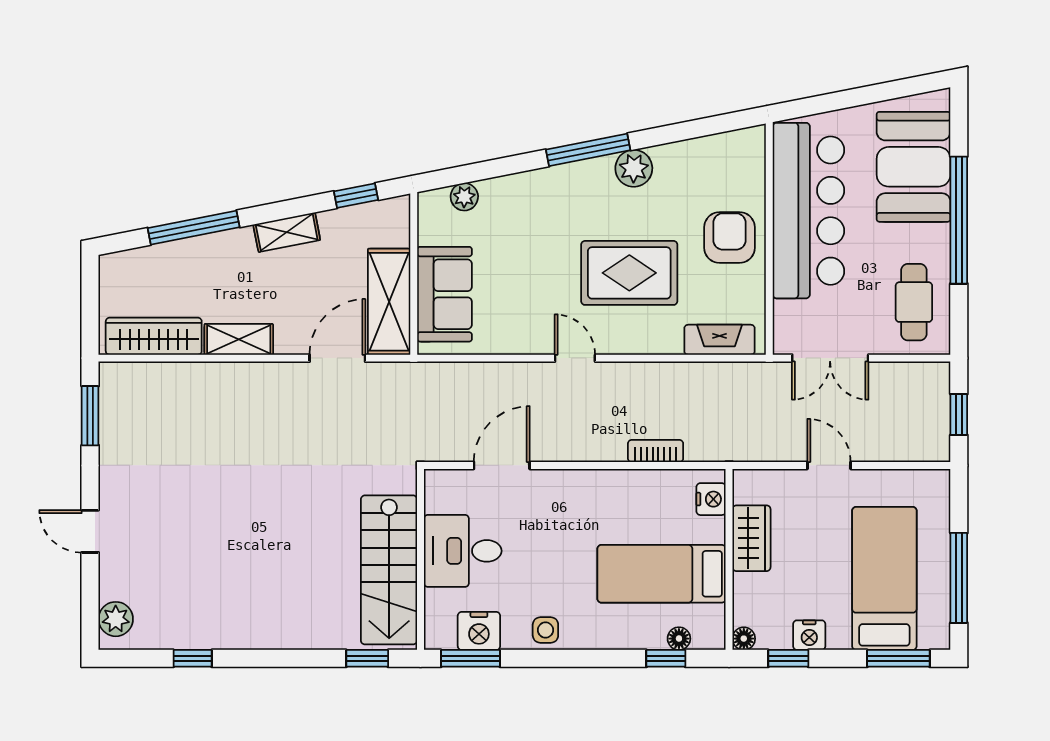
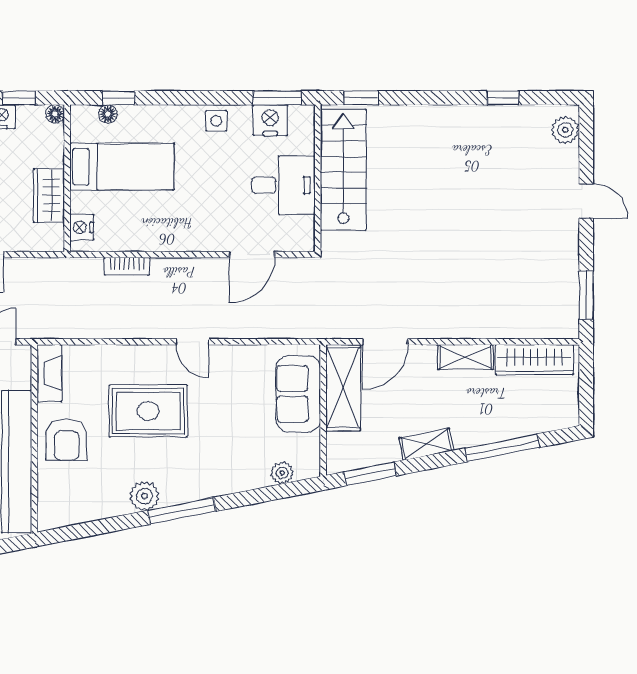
window: (356, 196) -> (370, 474), width x1.50
fireplace: (719, 340) -> (49, 373), moved, turned -90

